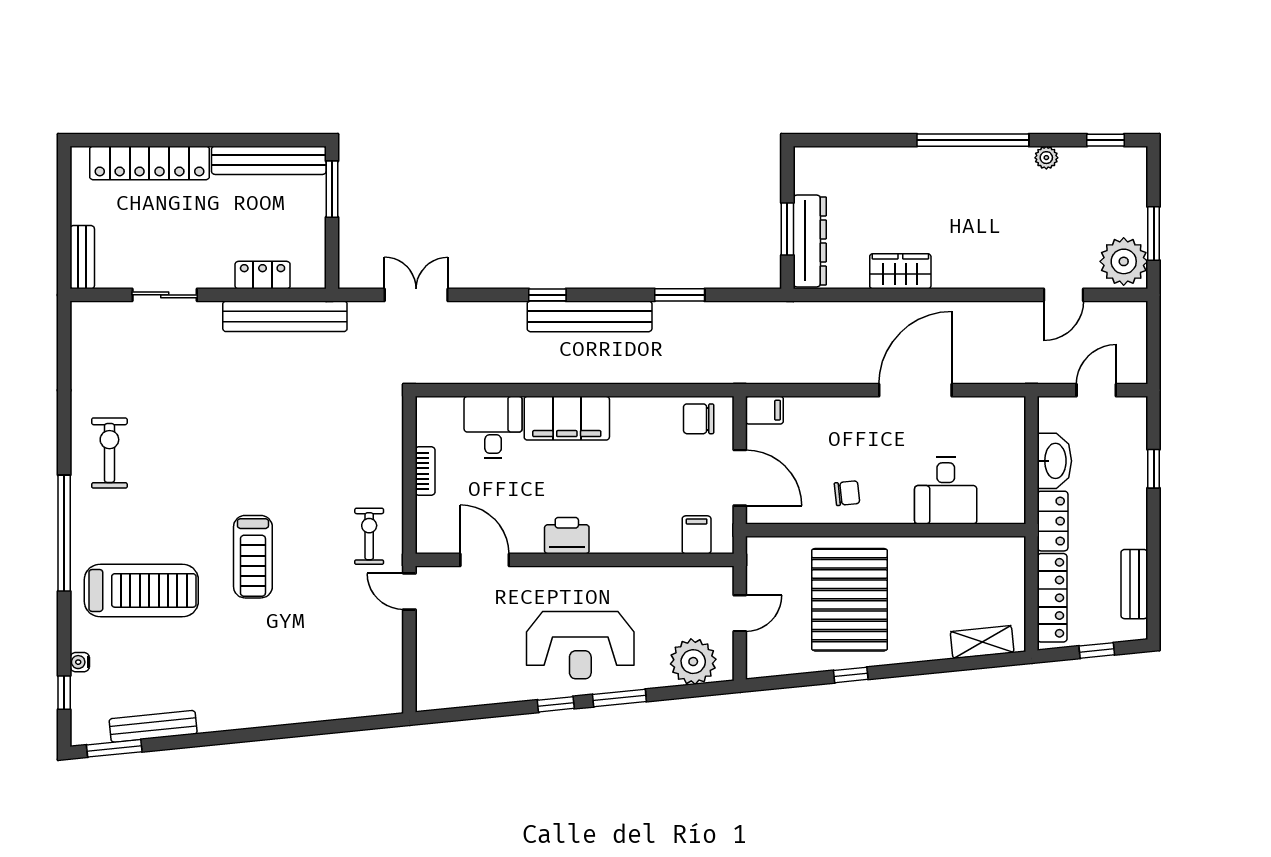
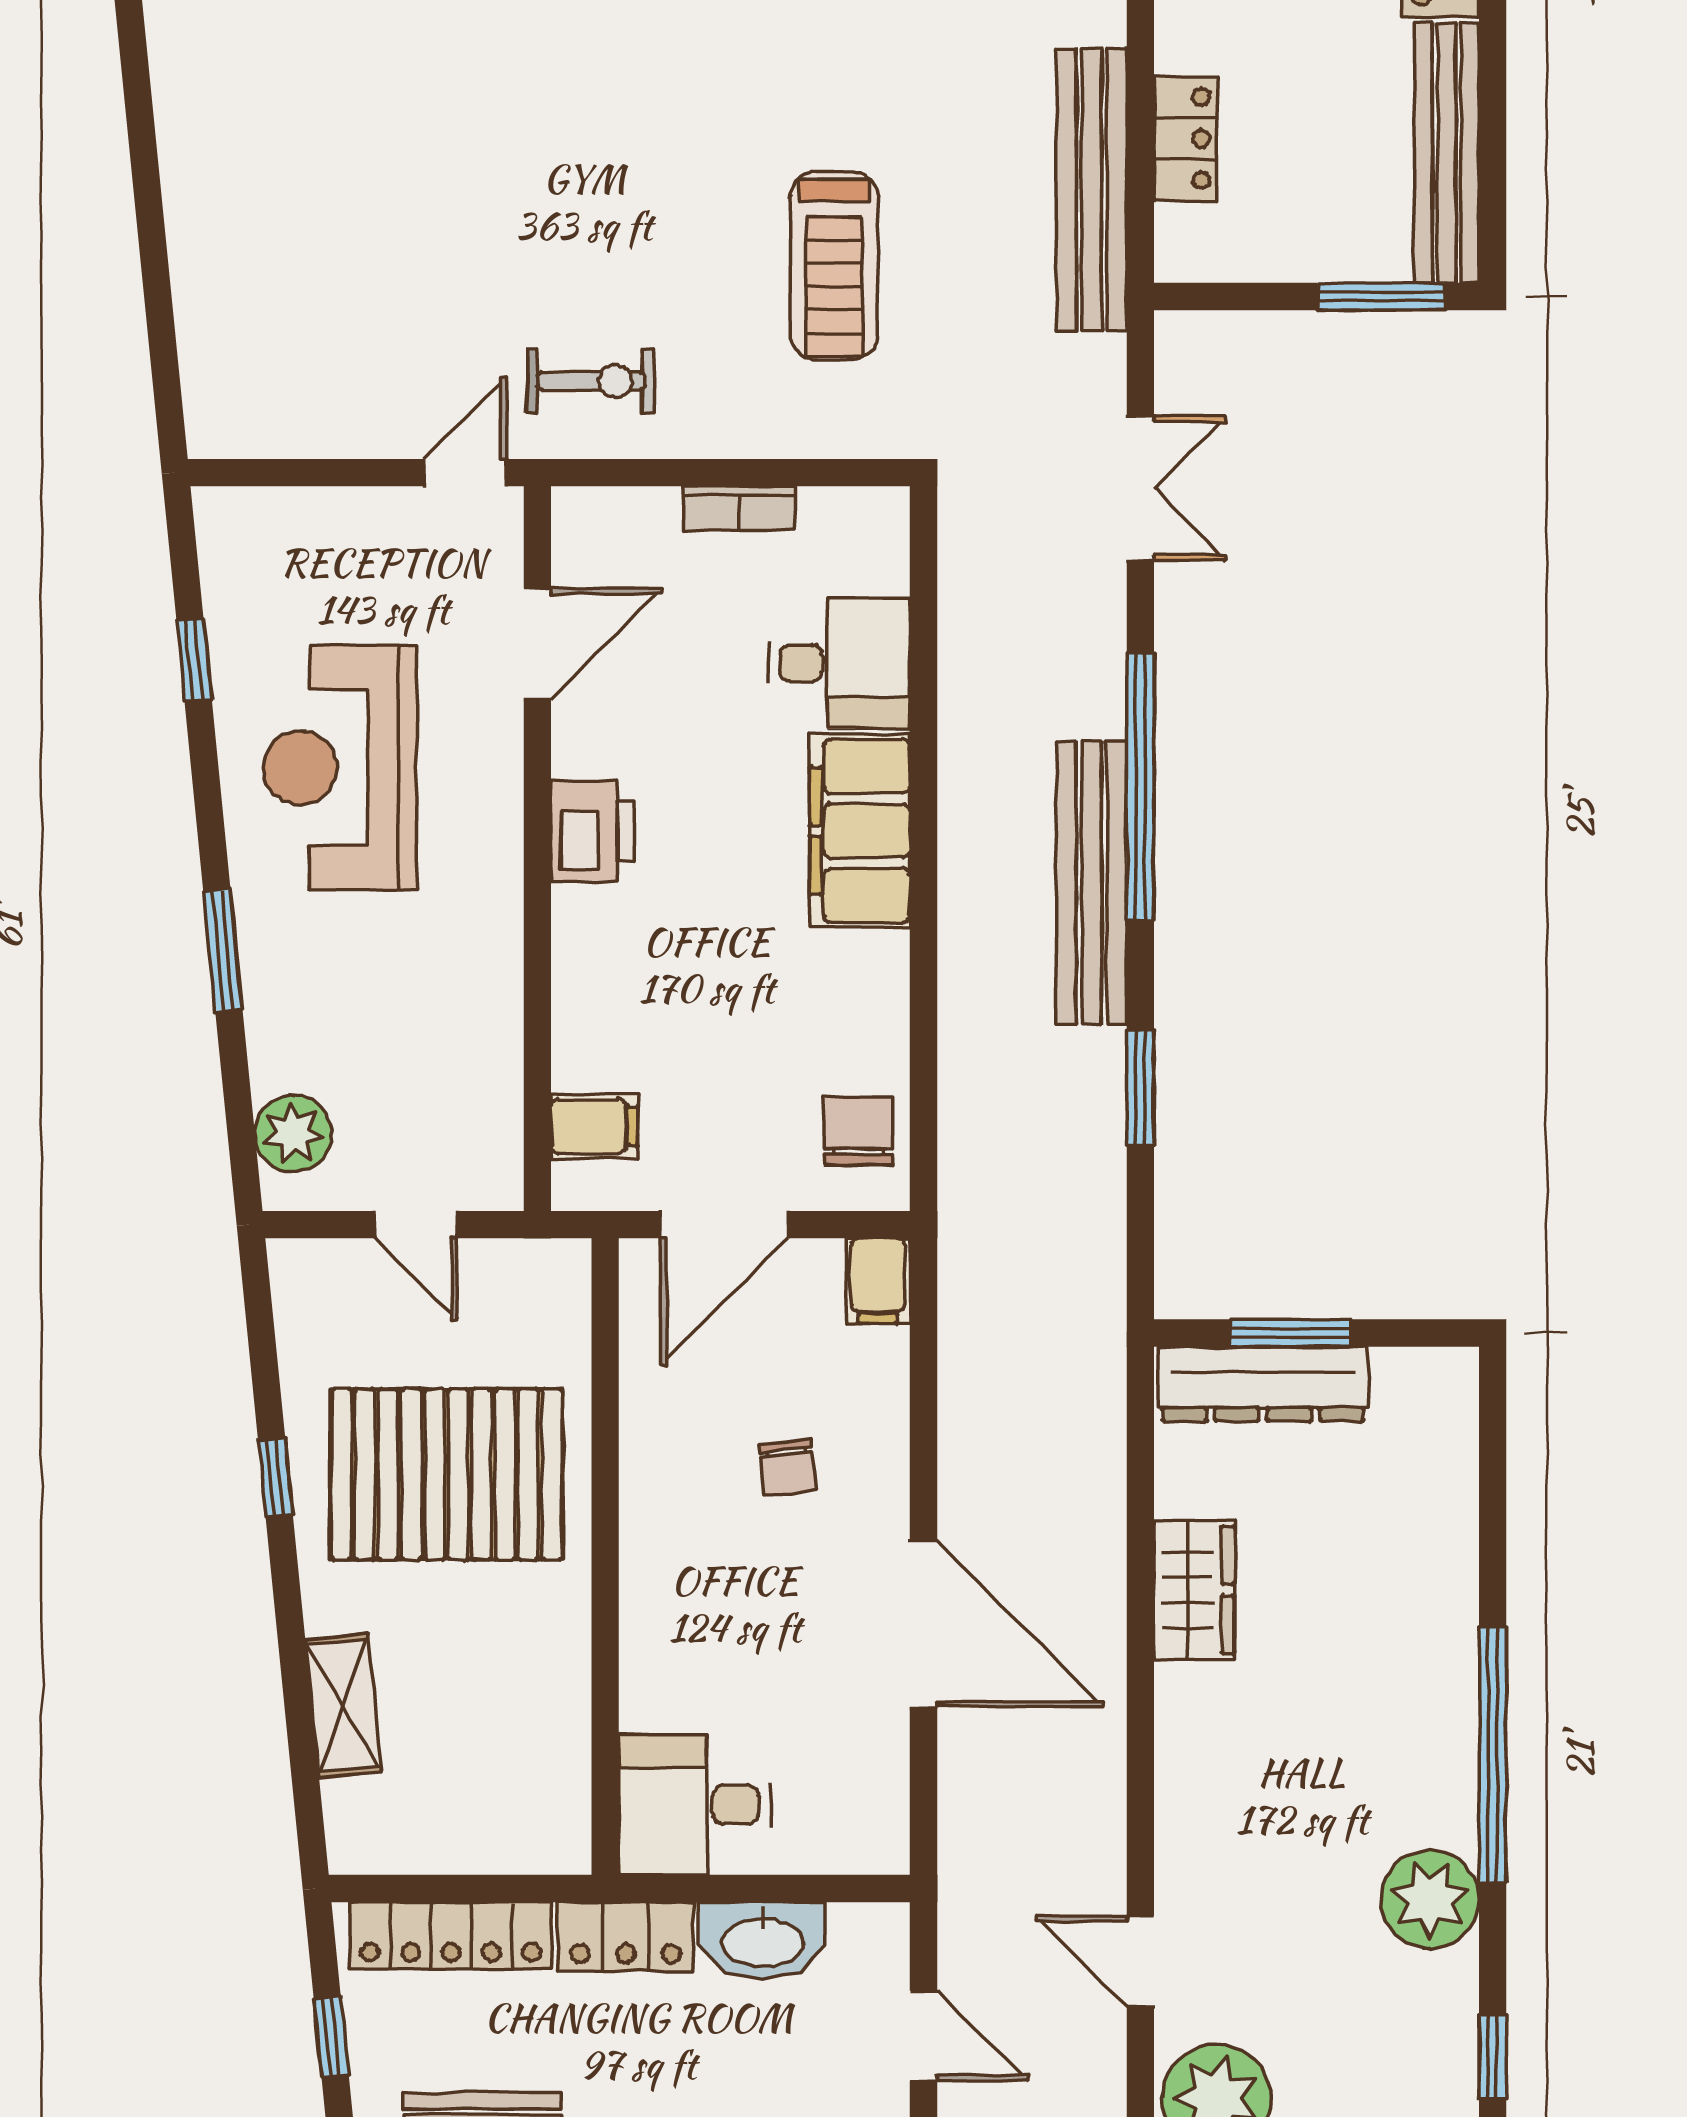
plant: (1046, 158) -> (1430, 1899), width x1.87, depth x1.87
window: (547, 295) -> (1140, 787), width x3.17
desk: (946, 491) -> (695, 1805), moved
chair: (847, 493) -> (788, 1468), moved
treadmill: (253, 557) -> (834, 266), moved, turned -90
shelving: (982, 642) -> (343, 1706), moved
reception desk: (580, 645) -> (340, 768), moved
plant: (693, 662) -> (293, 1134), width x0.73, depth x0.73
window: (556, 704) -> (194, 660), moved

